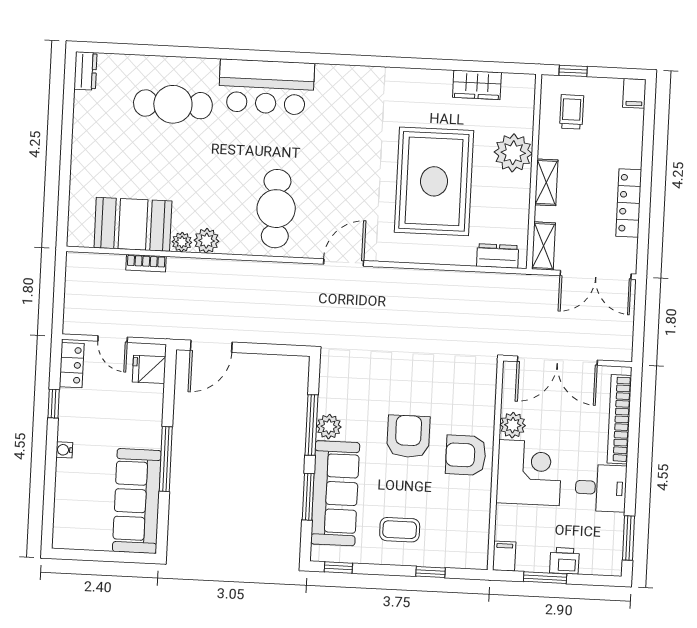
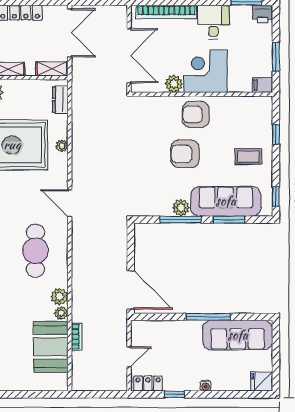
cafe table: (276, 209) -> (36, 251), turned 90
plant: (429, 255) -> (62, 146), added
door: (211, 346) -> (131, 290), width x1.36
fridge: (149, 369) -> (262, 381), moved, turned 90
armchair: (466, 455) -> (196, 114), turned 90
coffee table: (400, 530) -> (248, 157), turned 90
printer: (564, 561) -> (262, 14), moved, turned -90

